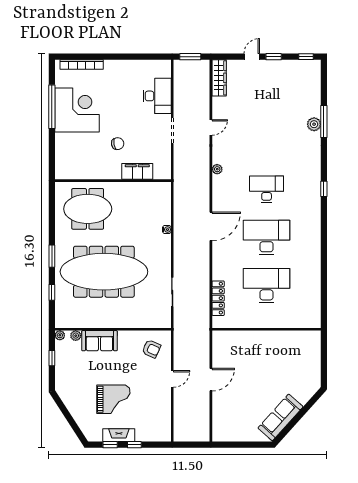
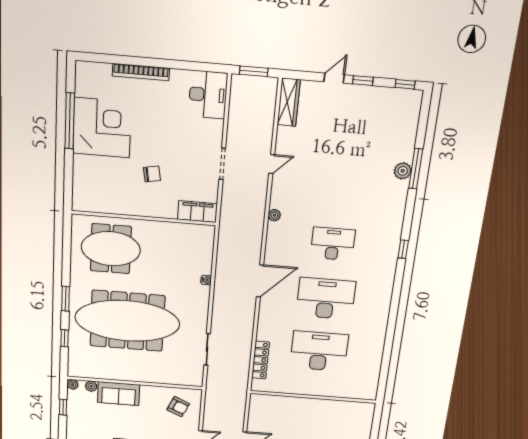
bookcase: (82, 65) -> (141, 72), moved
desk: (157, 96) -> (208, 95), moved
filing cabinet: (137, 171) -> (198, 212), moved

